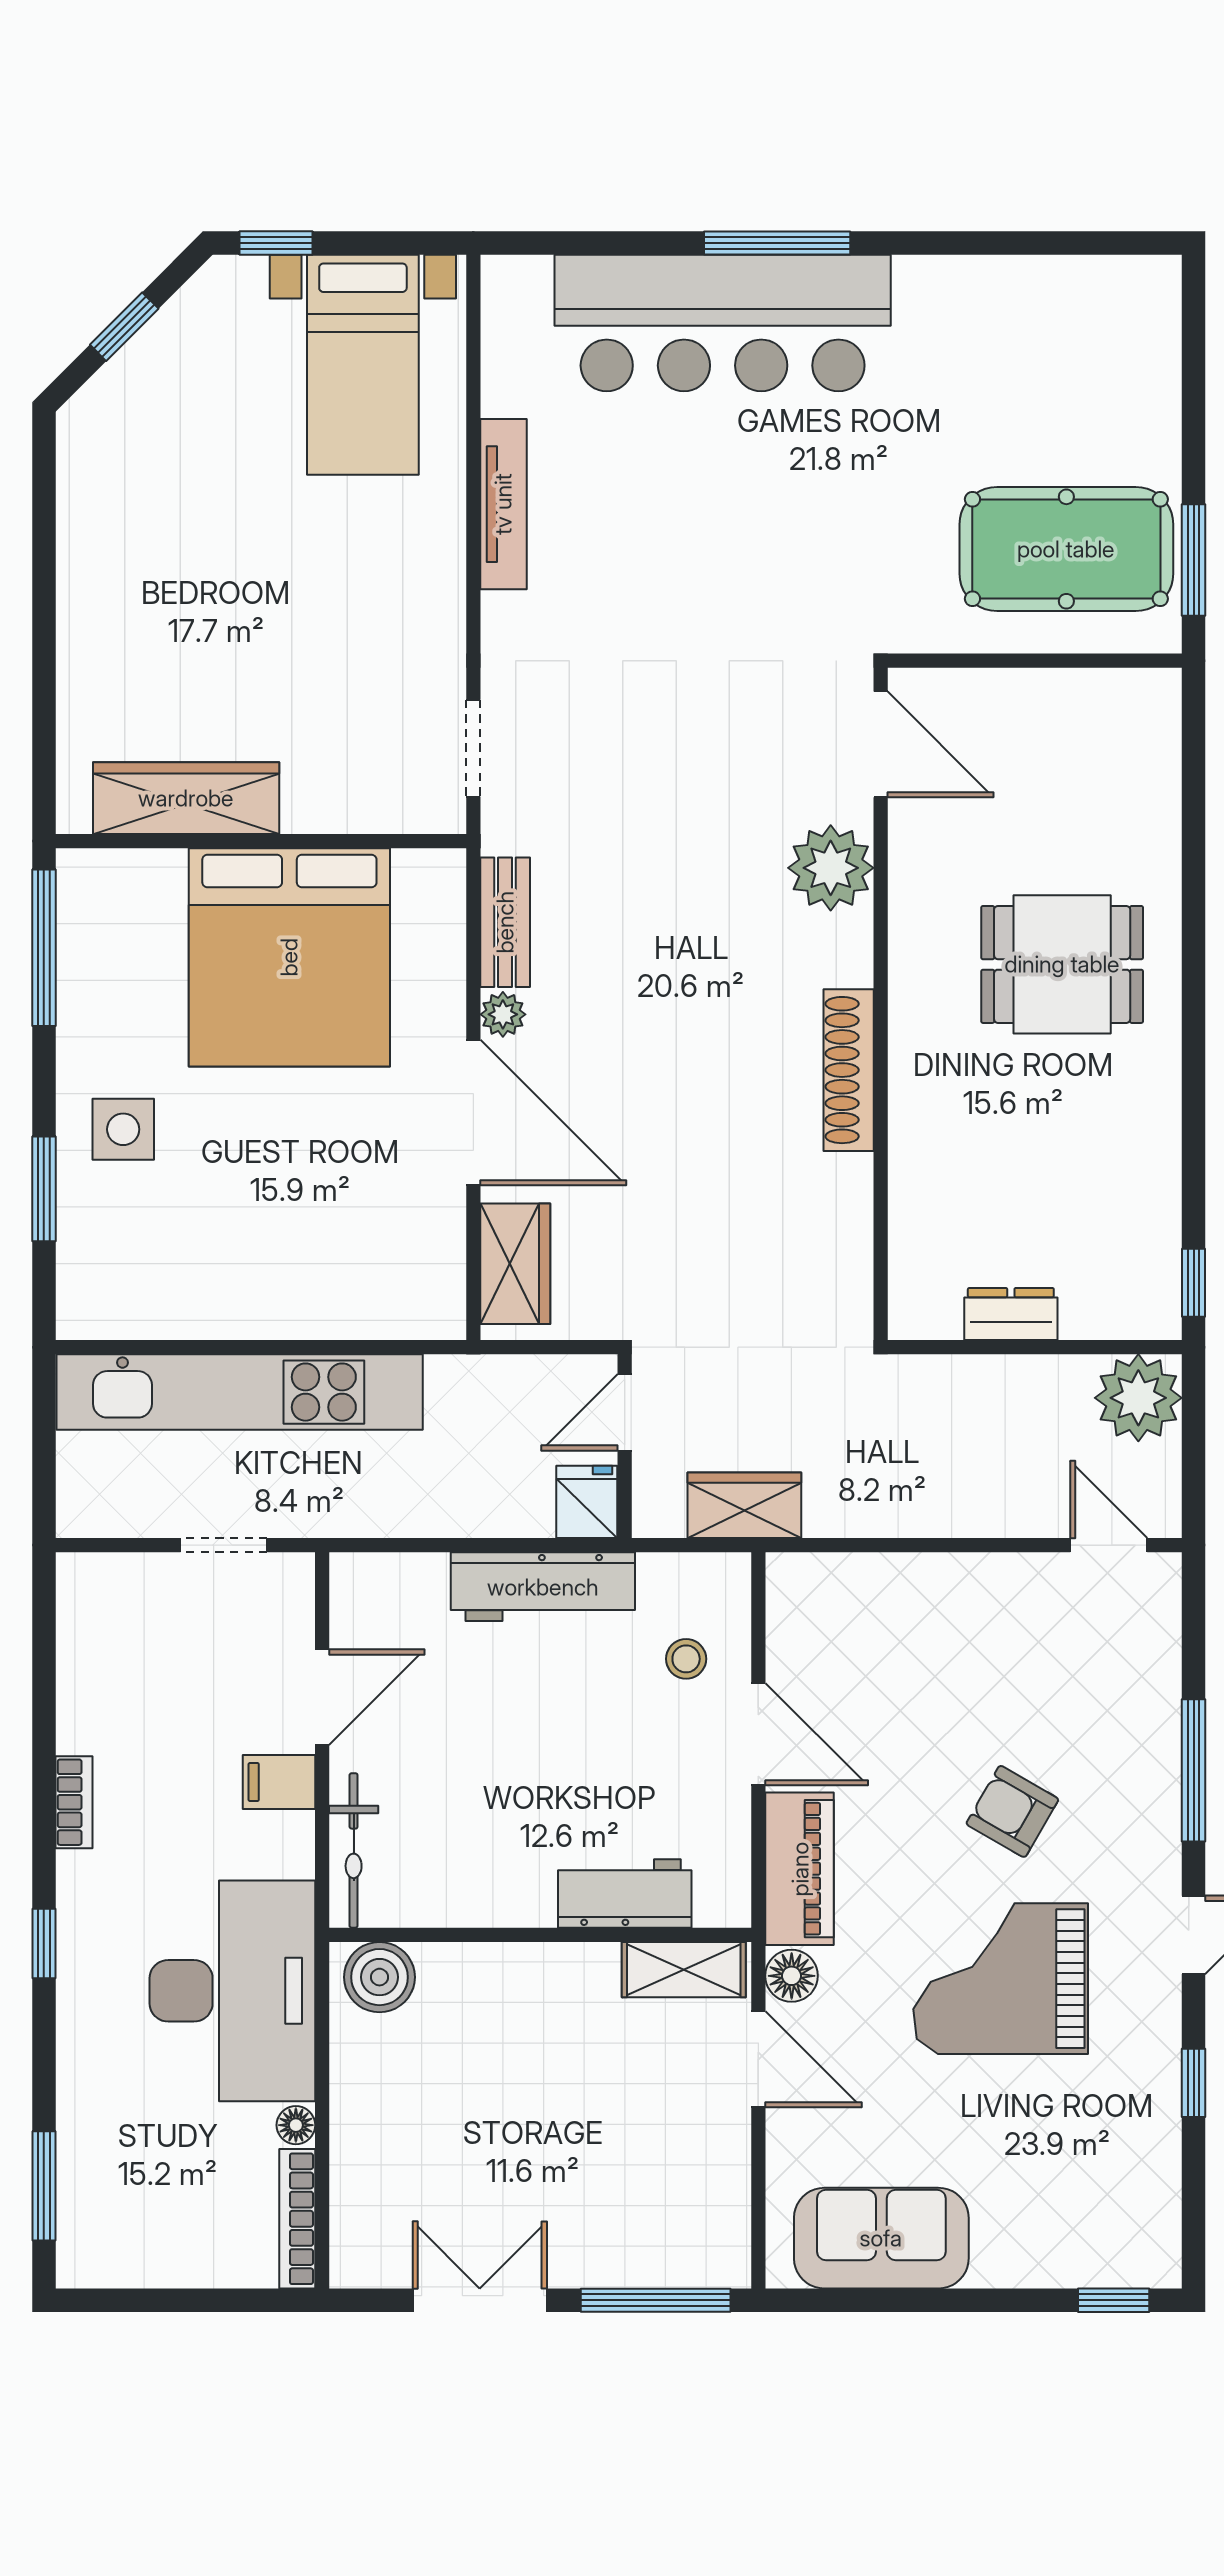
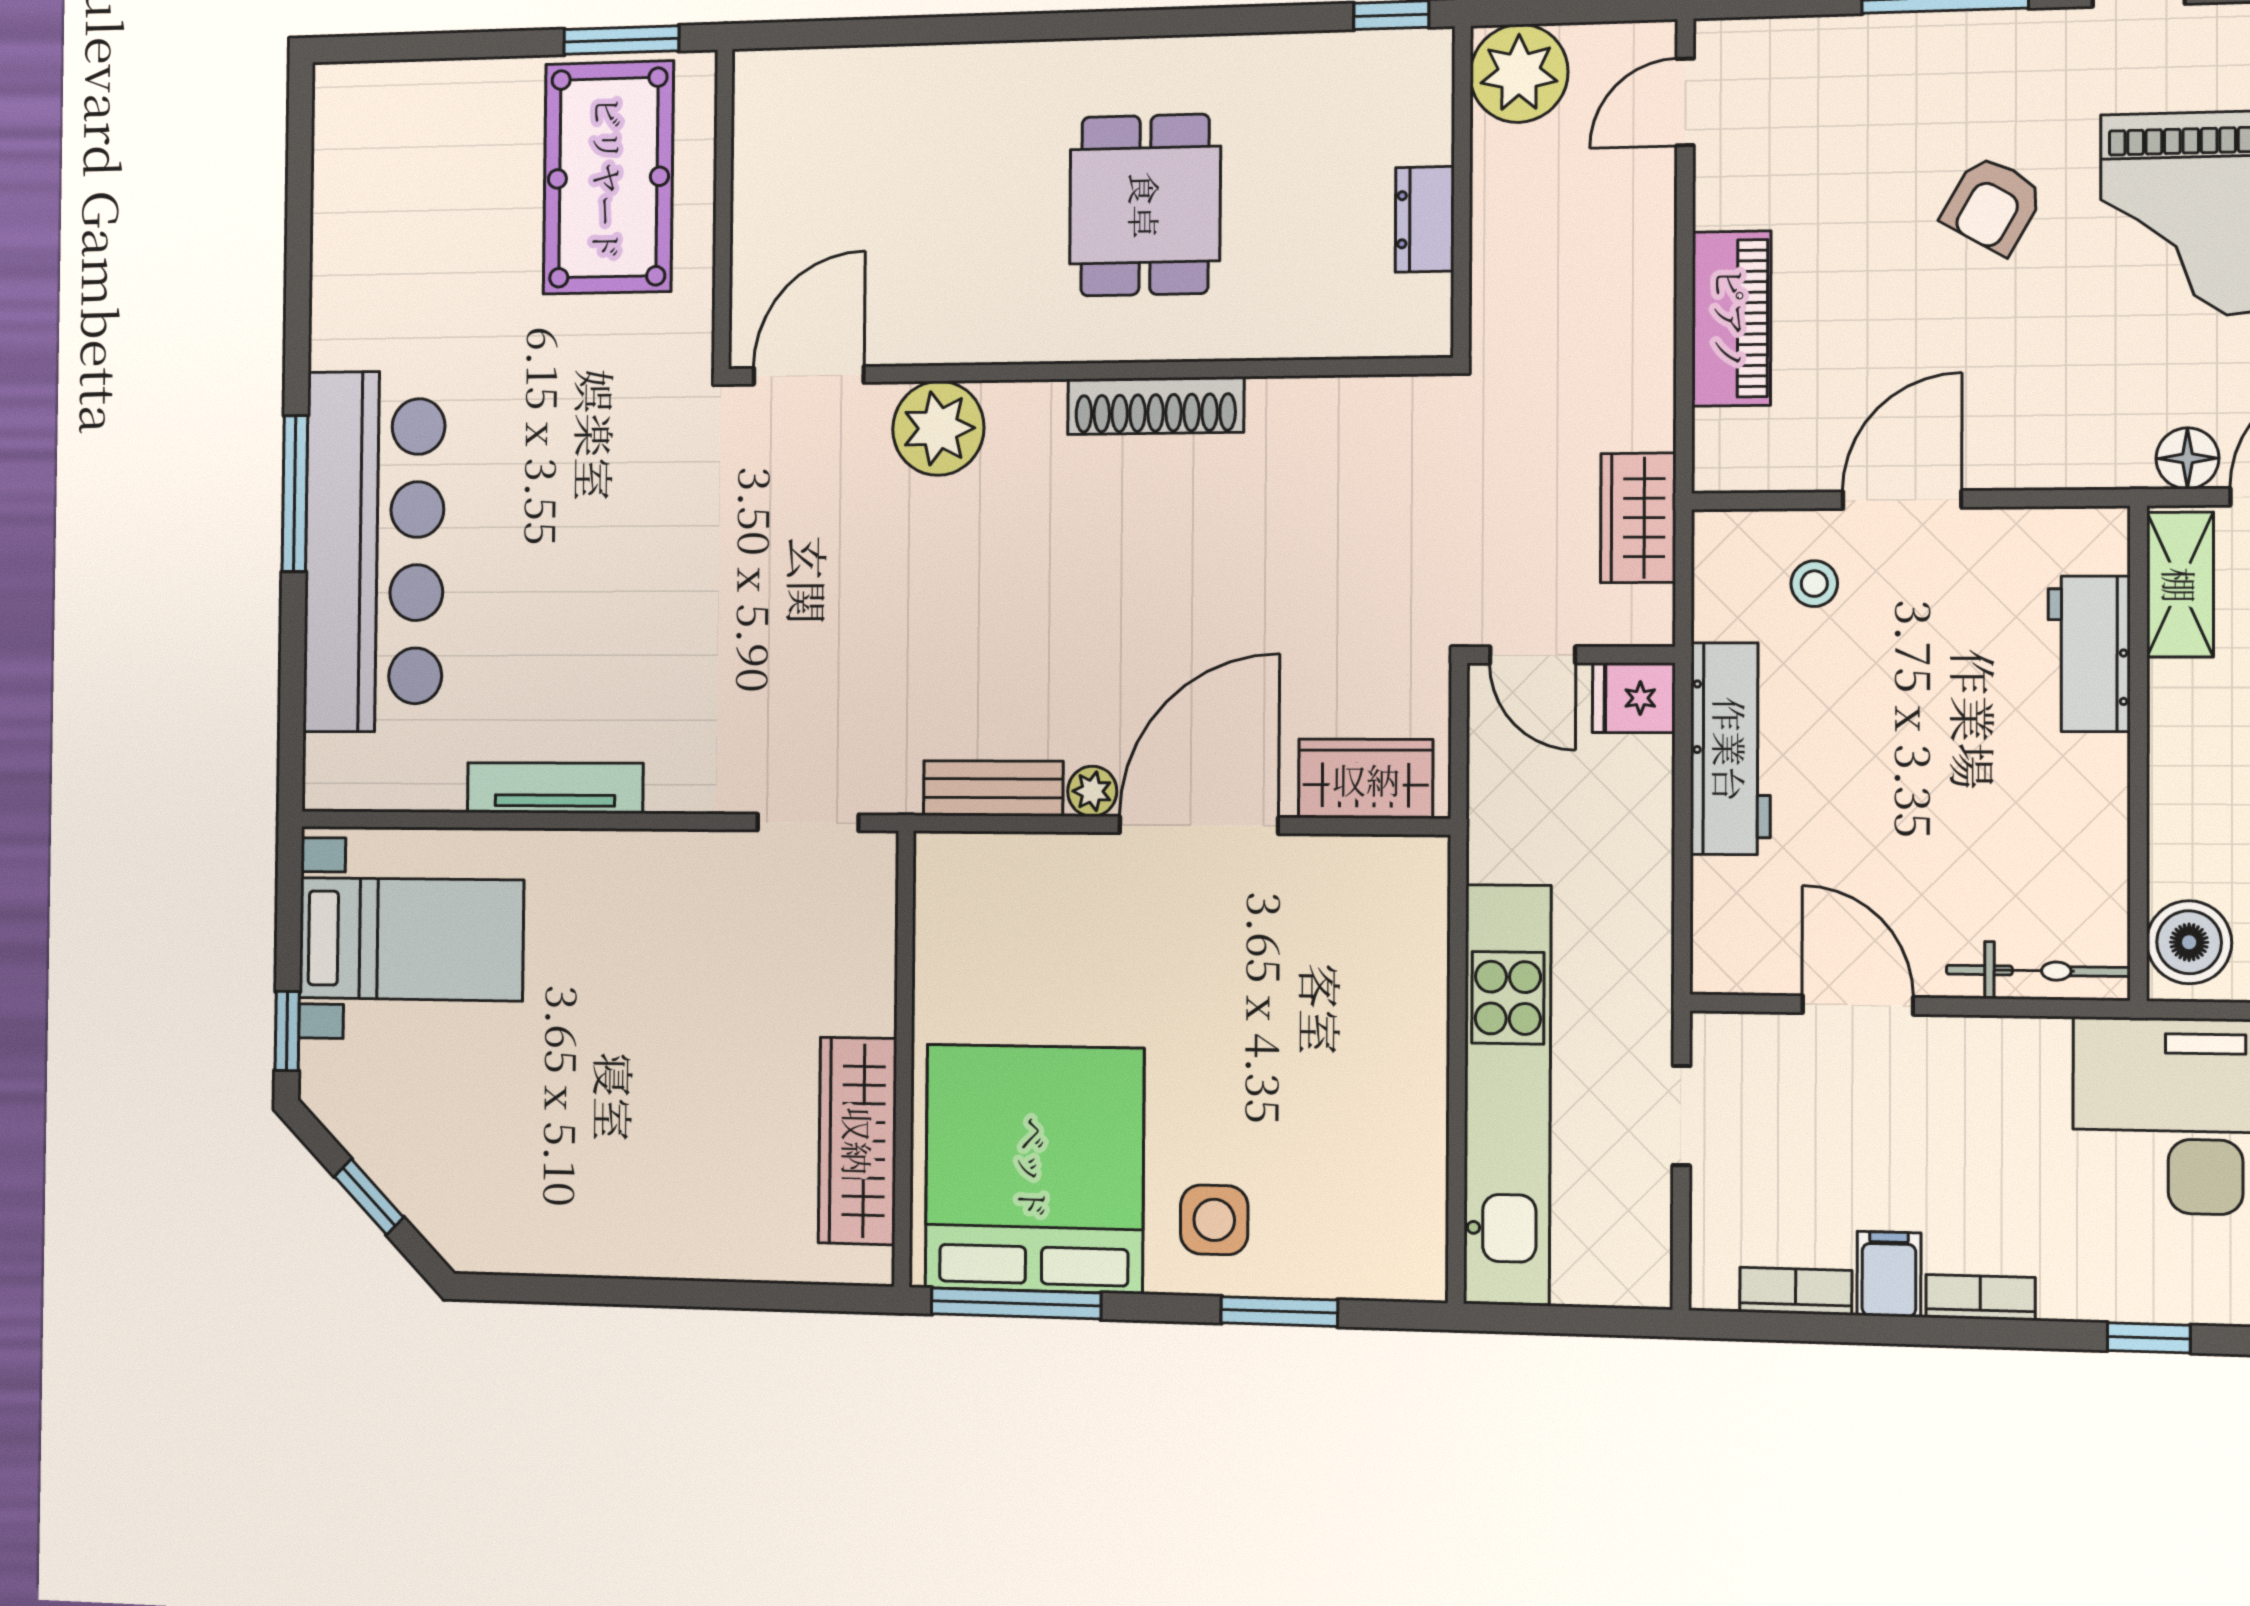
bed: (289, 957) -> (1034, 1168), moved, turned -90
dining table: (1062, 964) -> (1145, 205), moved
bookcase: (75, 1645) -> (1796, 1291), added
filing cabinet: (279, 1782) -> (1889, 1274), moved, turned 180
piano: (800, 1869) -> (1731, 319), moved, turned 90

